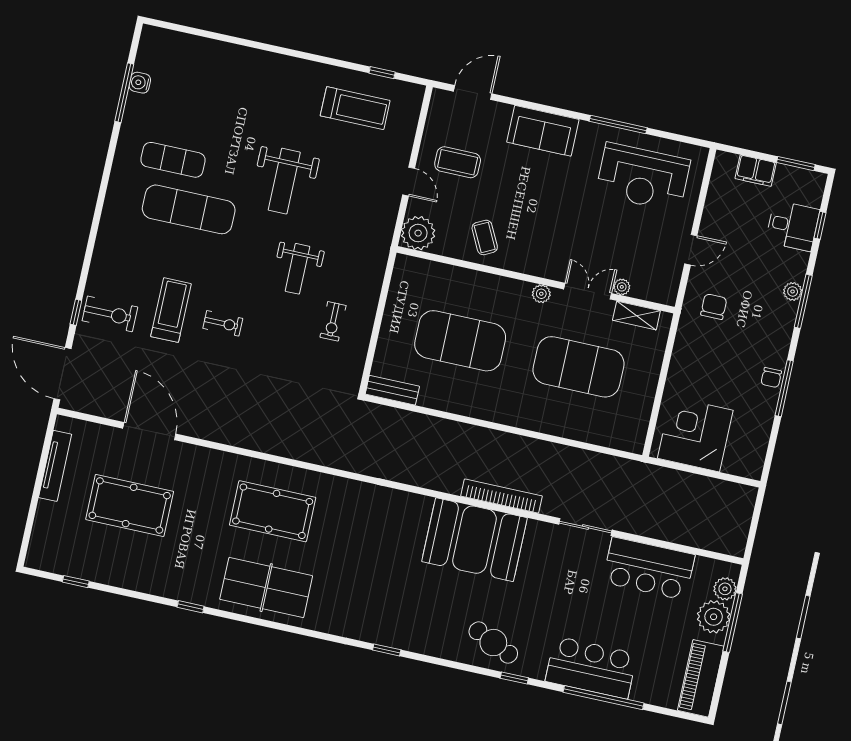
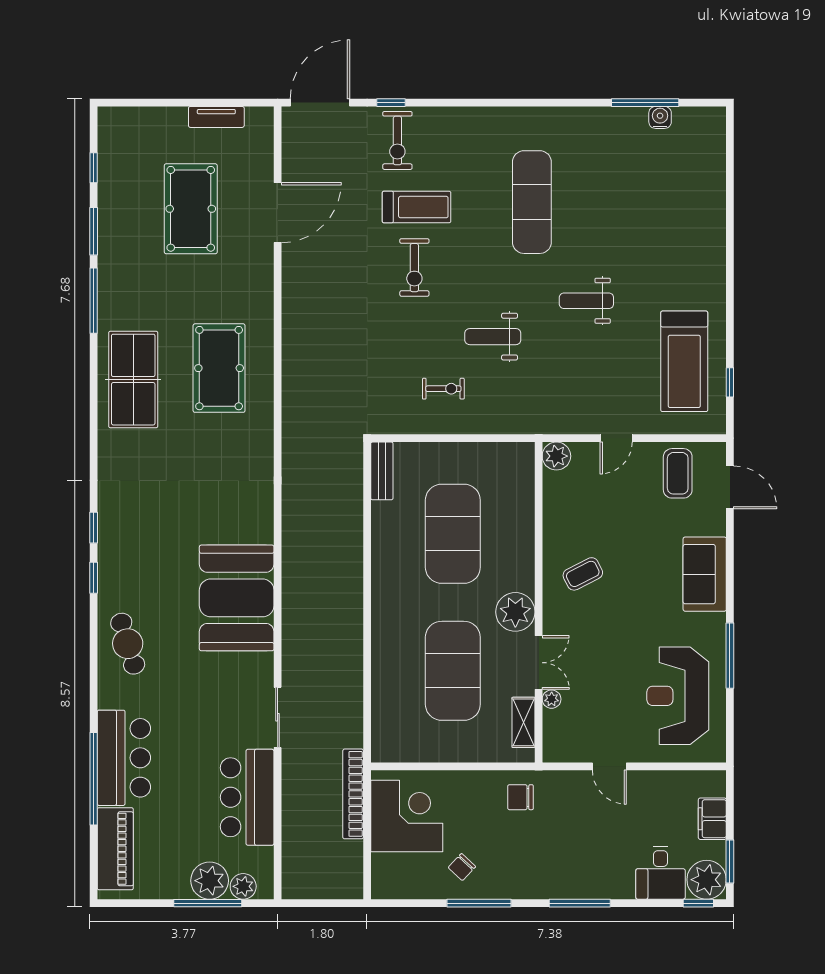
treadmill: (355, 108) -> (684, 361), width x1.37, depth x1.38
exercise mat: (173, 160) -> (583, 173), removed
coffee table: (458, 162) -> (678, 473), moved
weight bench: (284, 181) -> (586, 301), width x0.73, depth x0.75
window: (820, 225) -> (698, 903), moved
plant: (418, 233) -> (556, 456), width x0.73, depth x0.73
coffee table: (485, 237) -> (583, 574), moved
plant: (793, 291) -> (707, 880), moved, width x1.88, depth x1.88
plant: (541, 294) -> (515, 612), width x1.88, depth x1.88
chair: (714, 307) -> (520, 797), moved, turned 180
exercise bike: (333, 321) -> (443, 389), turned 180
exercise bike: (223, 323) -> (414, 268), width x1.38, depth x1.39
chair: (771, 378) -> (462, 867), moved, turned -47
tv unit: (55, 466) -> (216, 117), width x0.71
bookcase: (502, 496) -> (353, 794), moved, turned 180
window: (131, 594) -> (94, 231), added
window: (191, 607) -> (94, 301), width x2.17
cafe table: (493, 643) -> (128, 644), turned -42
window: (514, 678) -> (94, 578), moved
piano: (701, 678) -> (115, 849), moved, turned 90

